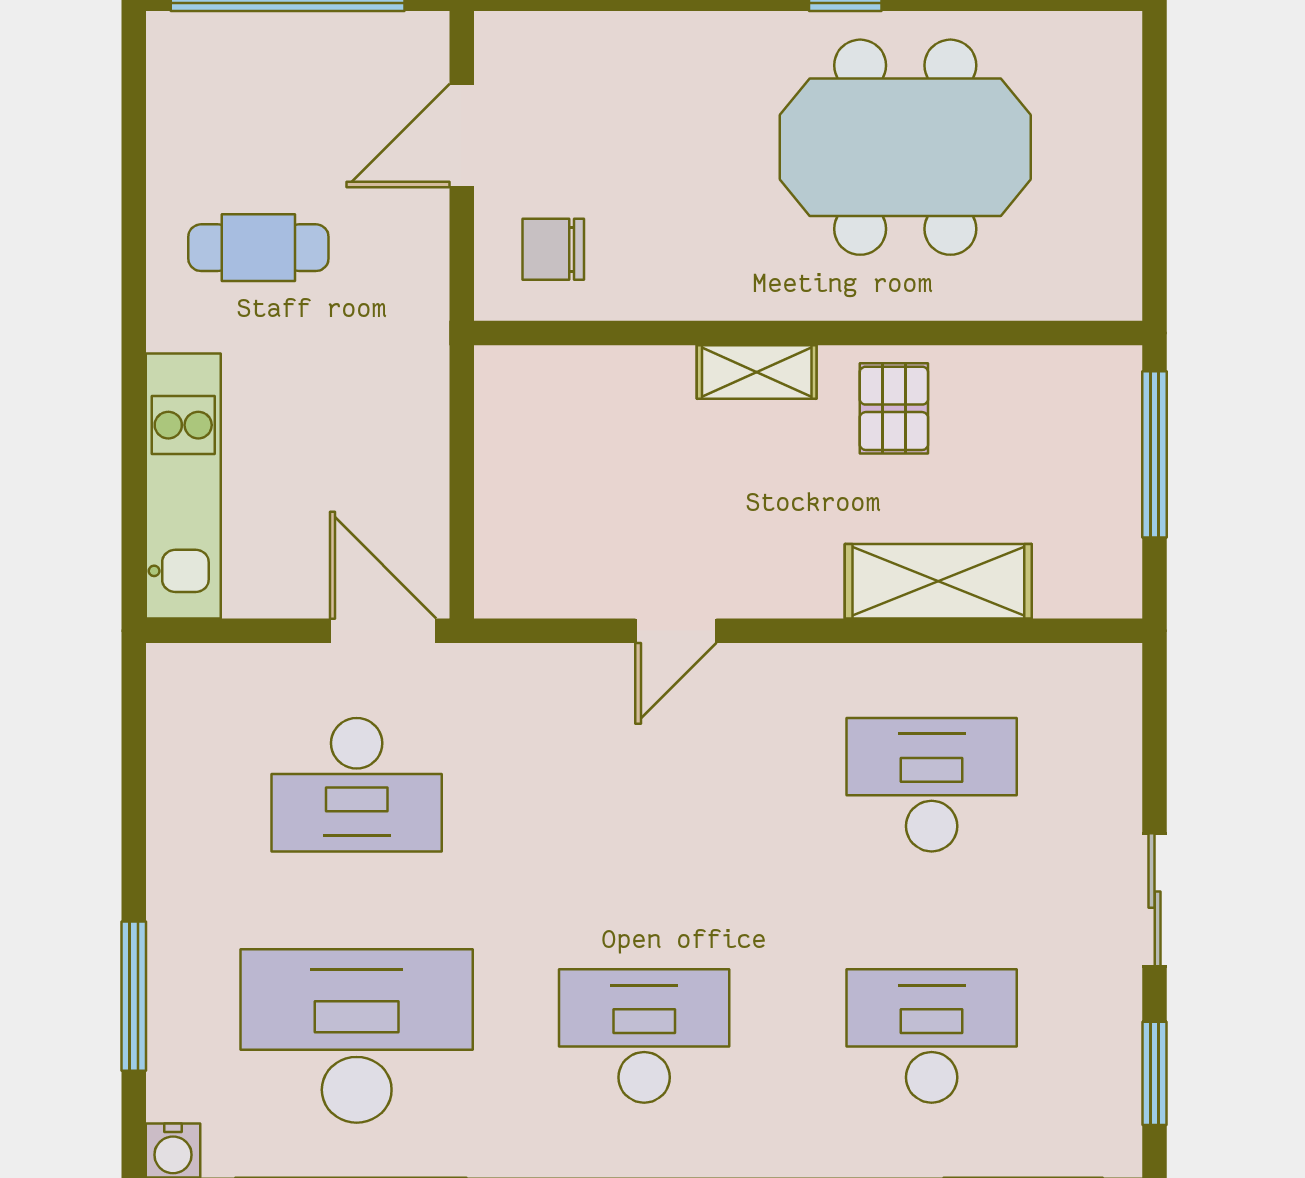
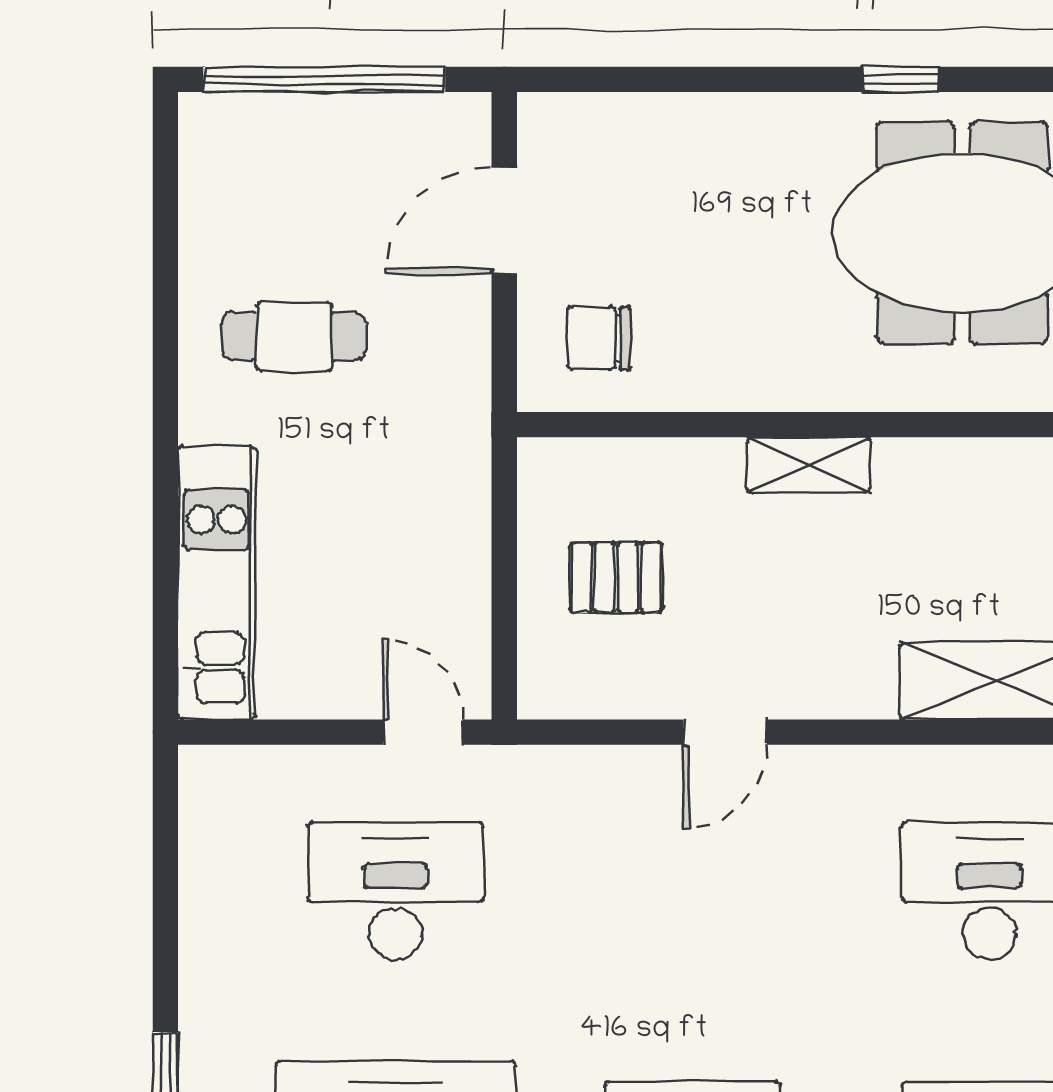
pallet: (894, 408) -> (616, 577), moved, turned 90
door: (383, 631) -> (423, 732), width x0.73
desk: (357, 785) -> (396, 891), turned 180

